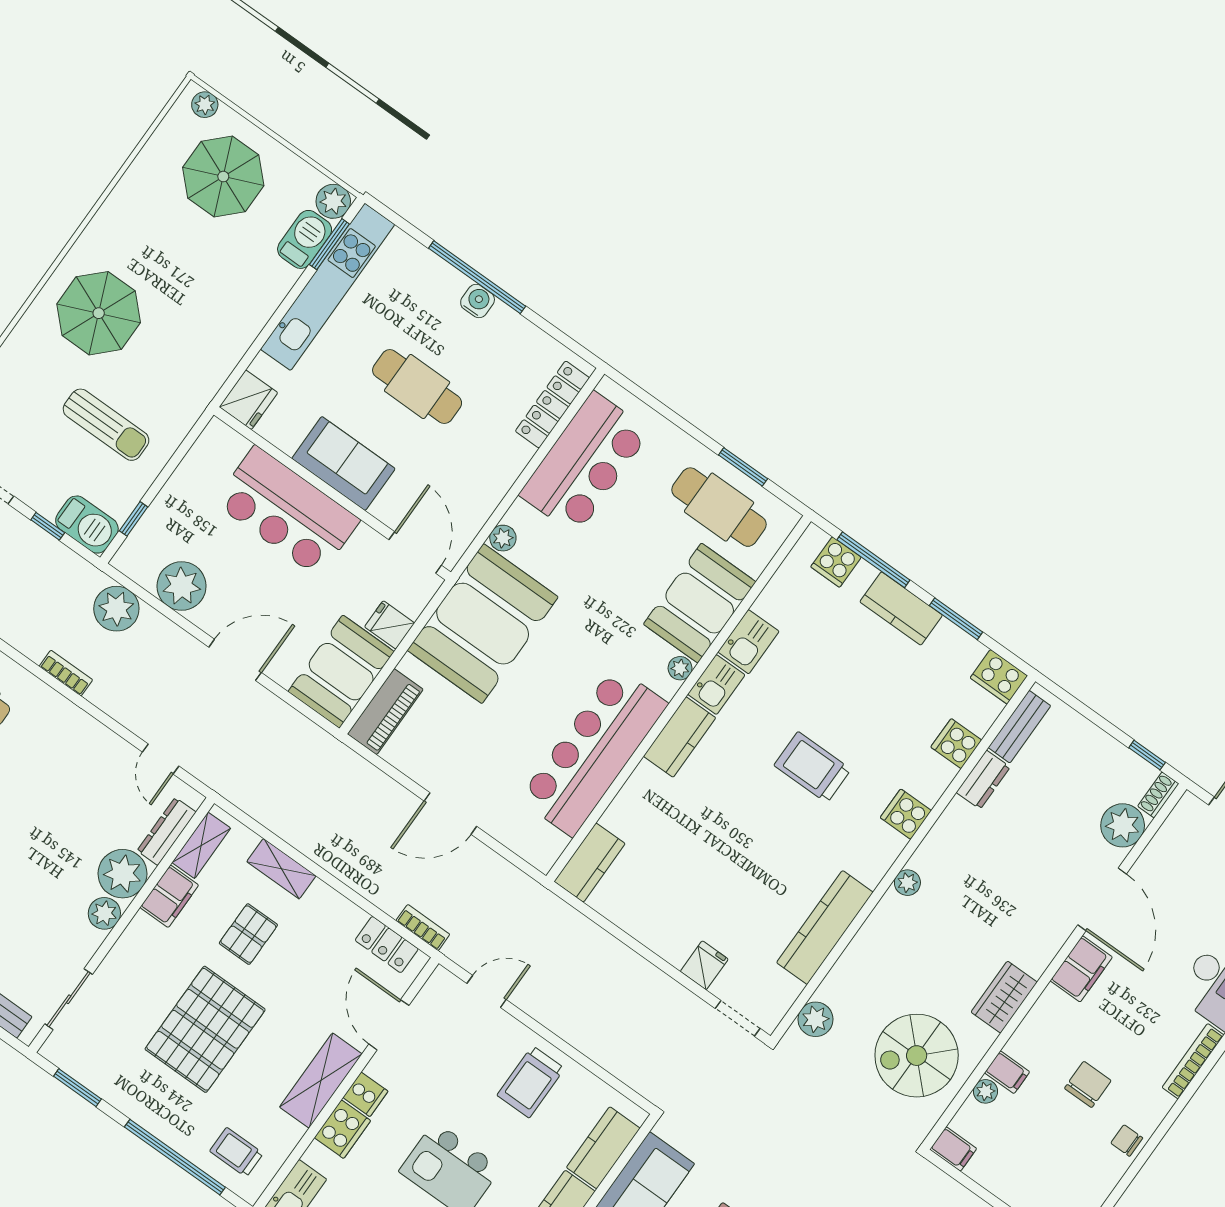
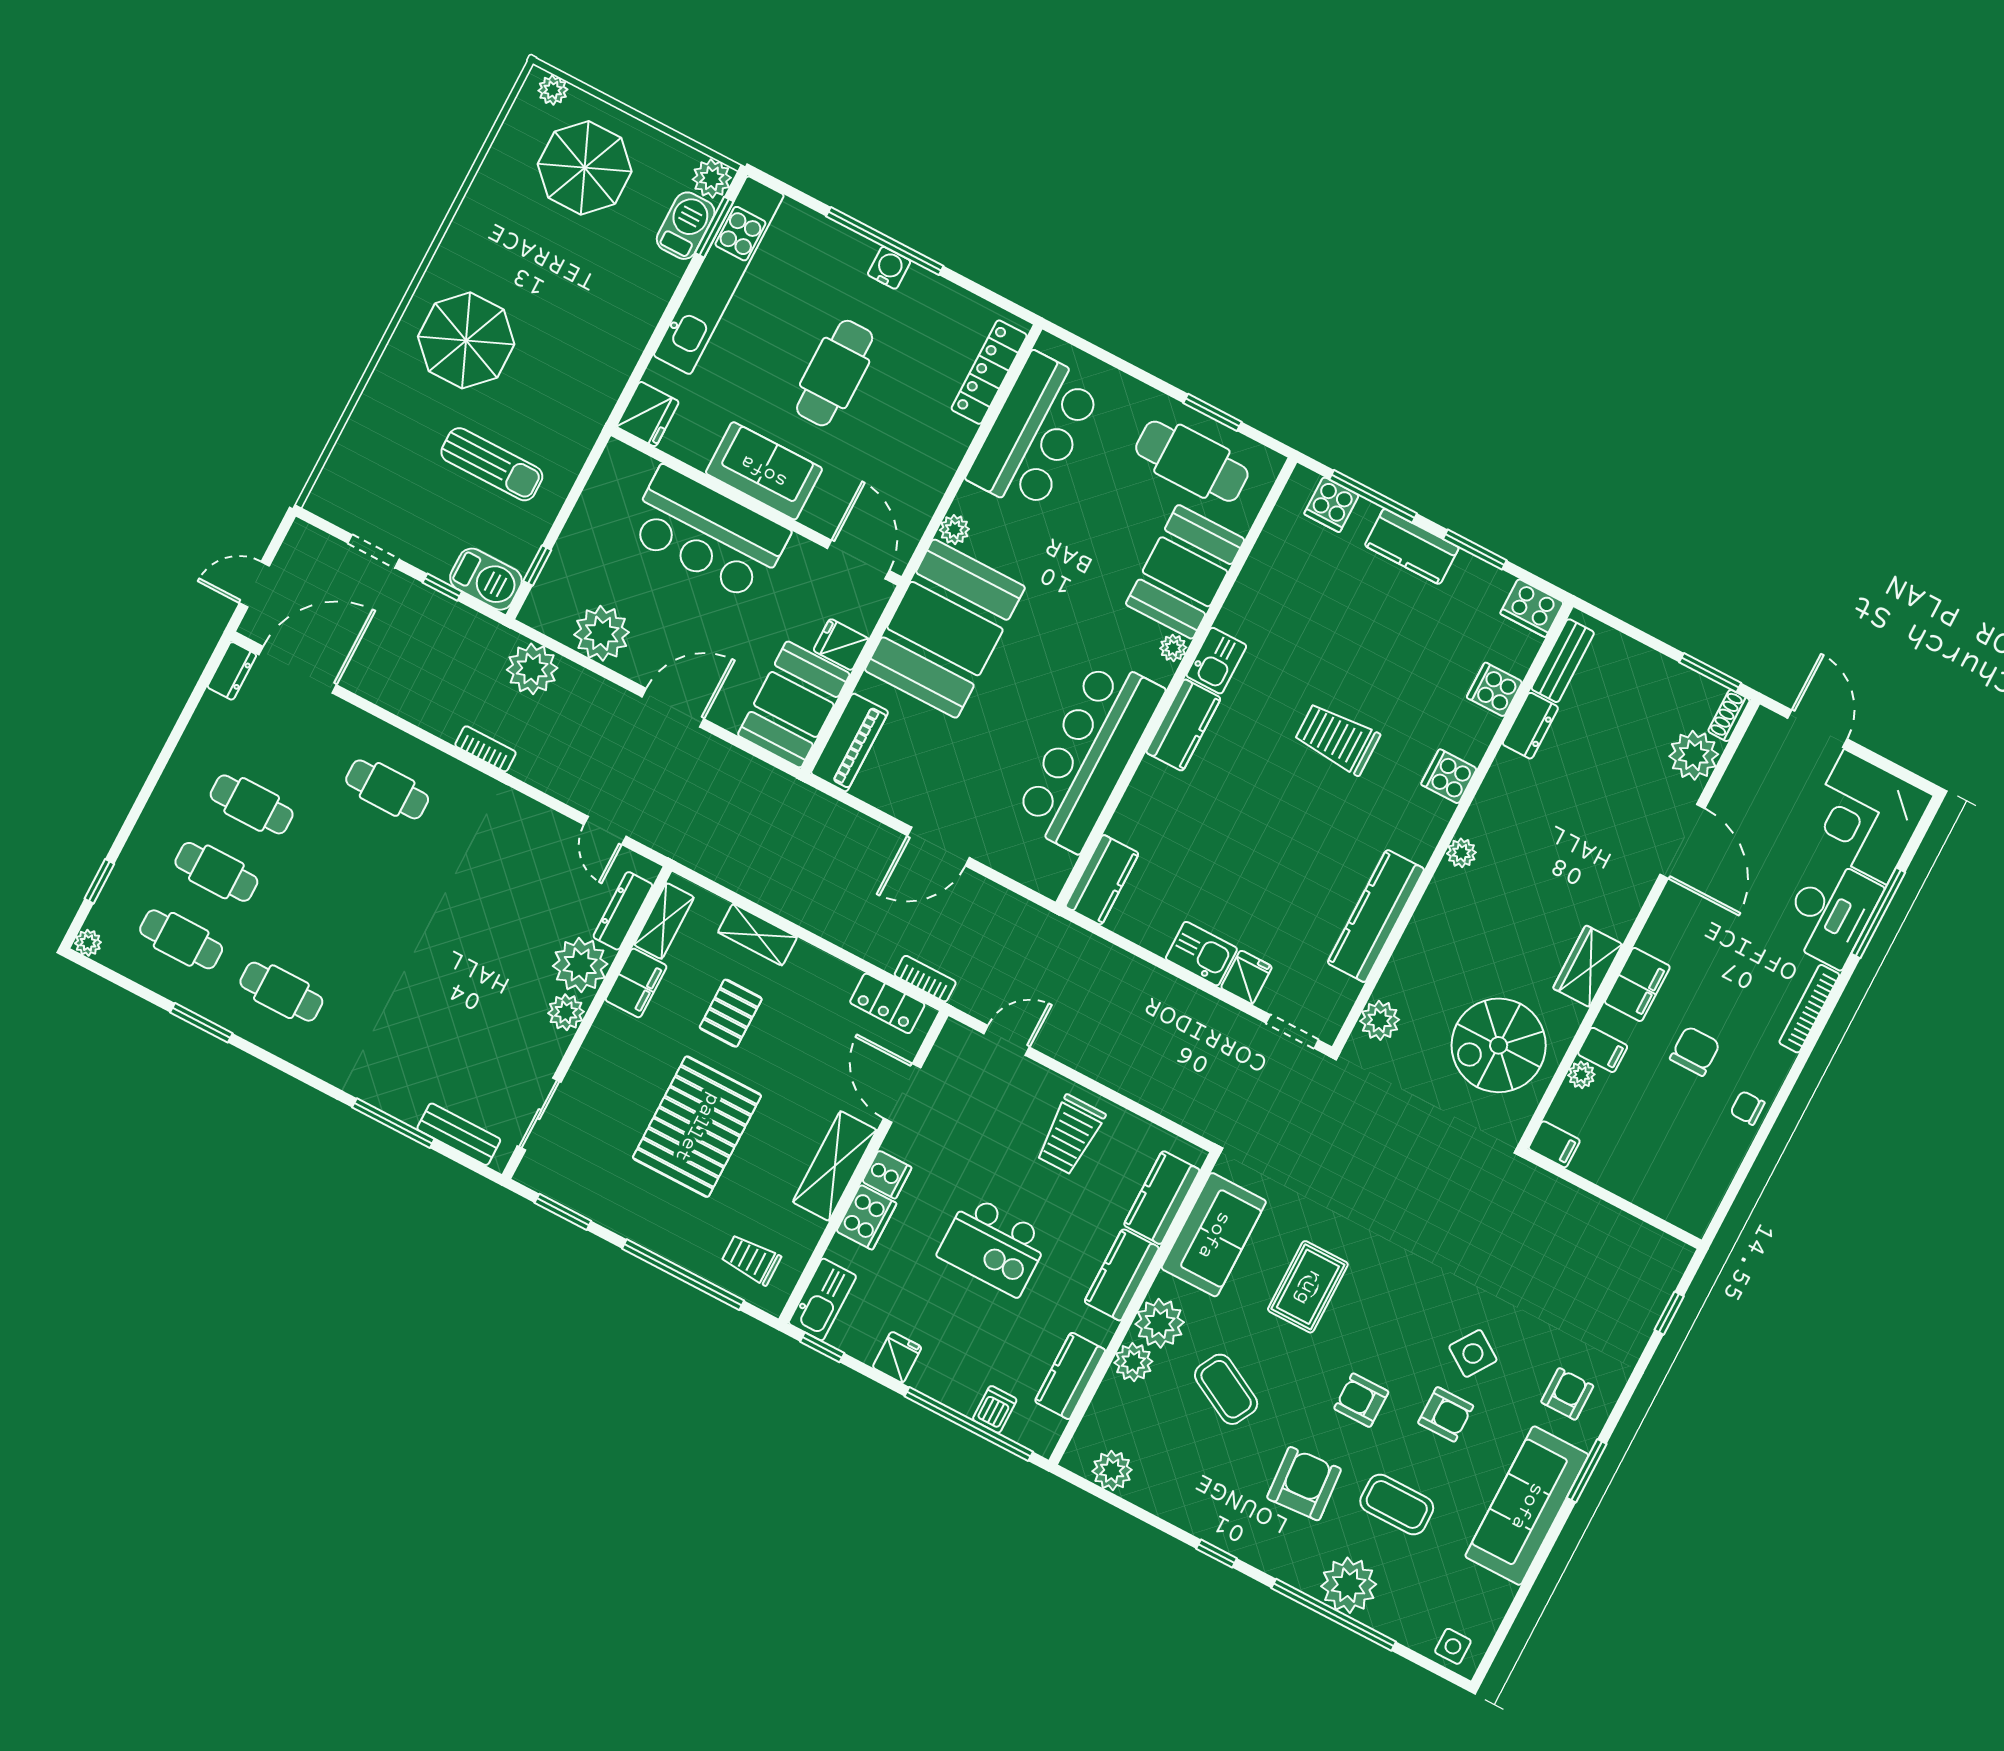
cafe table: (417, 387) -> (835, 373), turned 90
kitchen sink: (748, 642) -> (1201, 954), moved, turned -90
window: (1147, 755) -> (1710, 673), width x1.50
filing cabinet: (1081, 969) -> (1637, 984), moved

